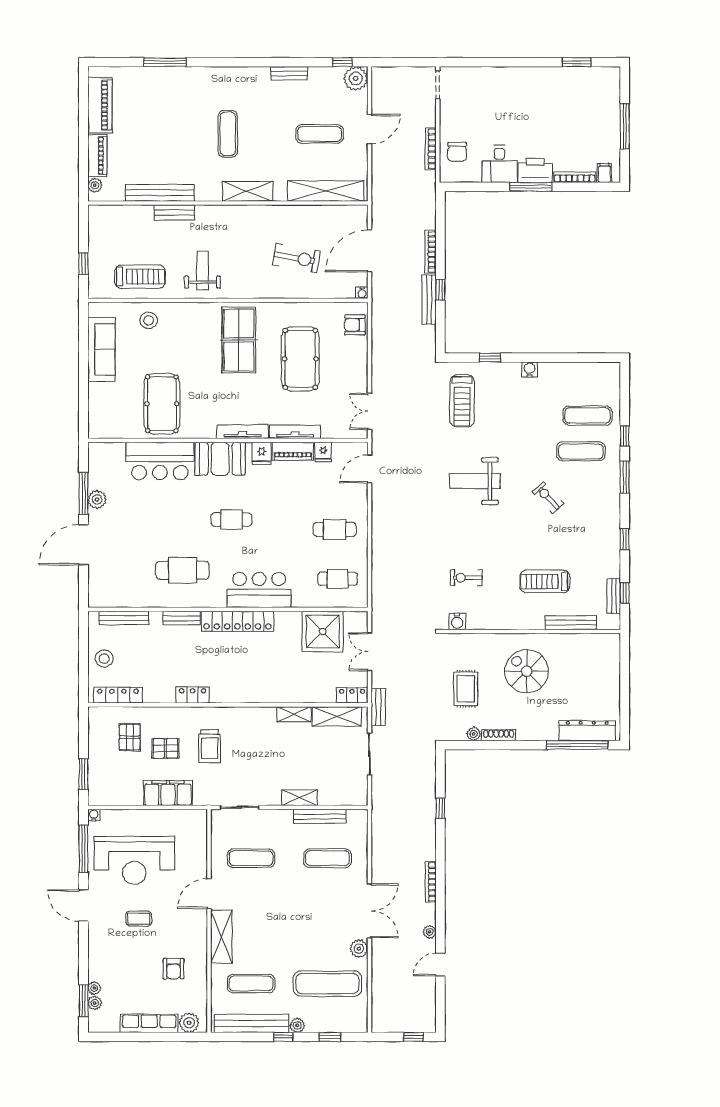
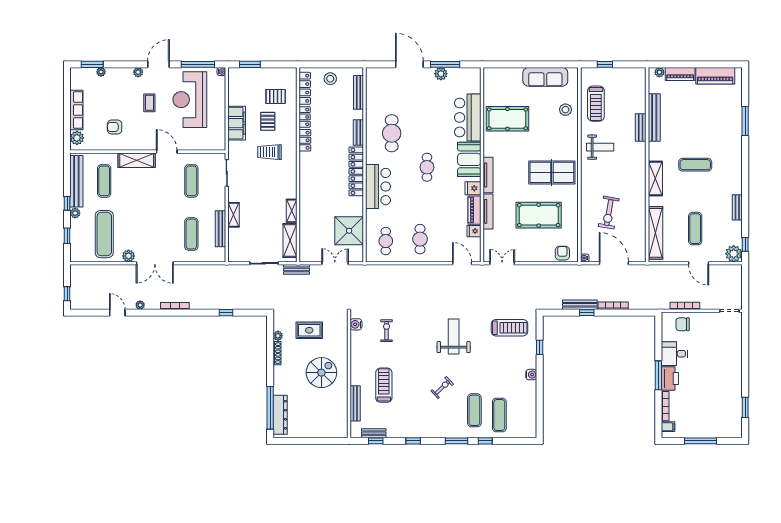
treadmill: (462, 401) -> (509, 328), turned 180
locker: (352, 695) -> (305, 117), moved
plant: (95, 1003) -> (138, 72), moved

